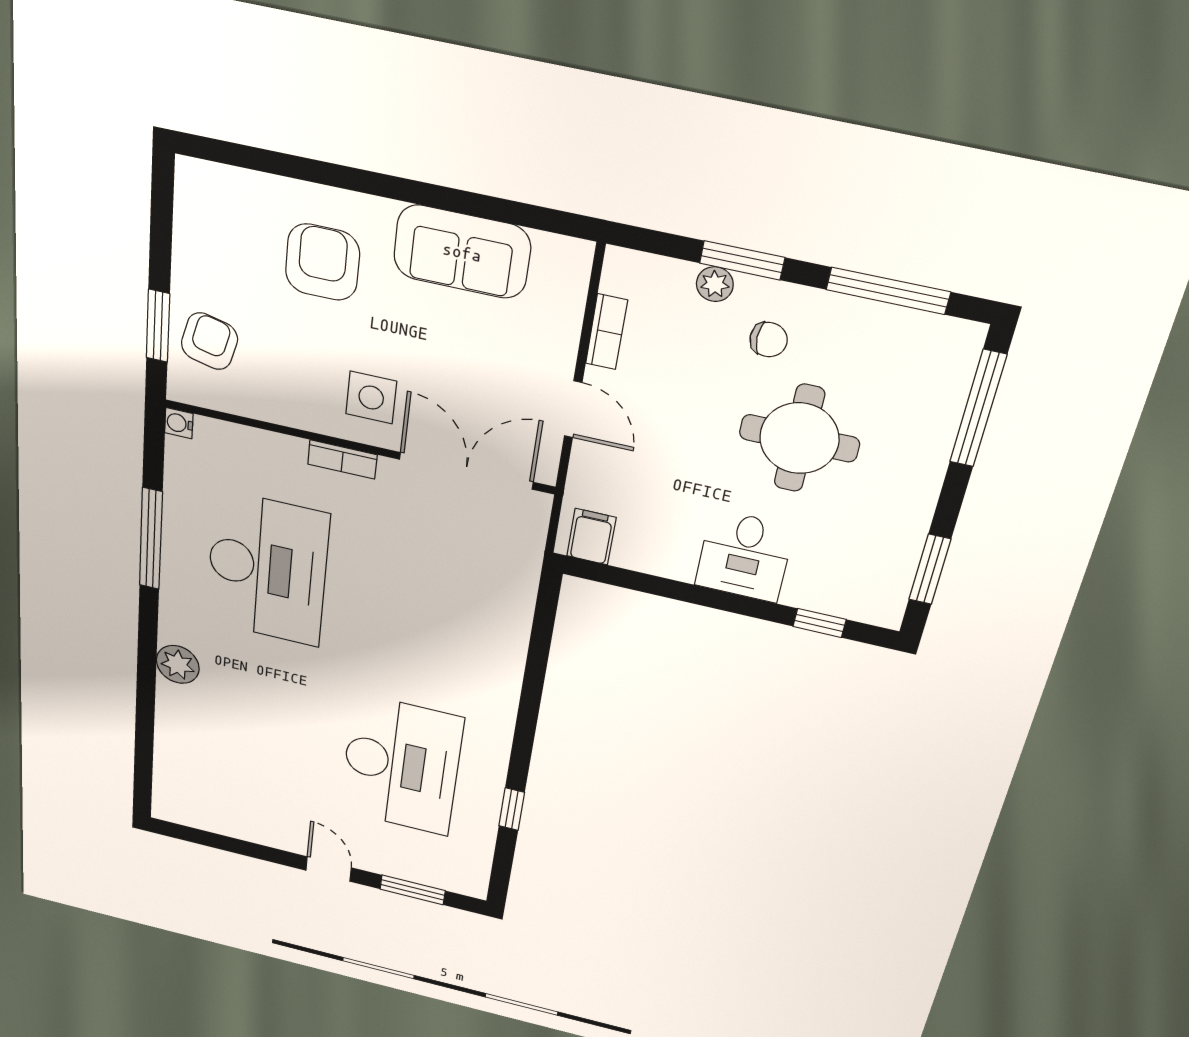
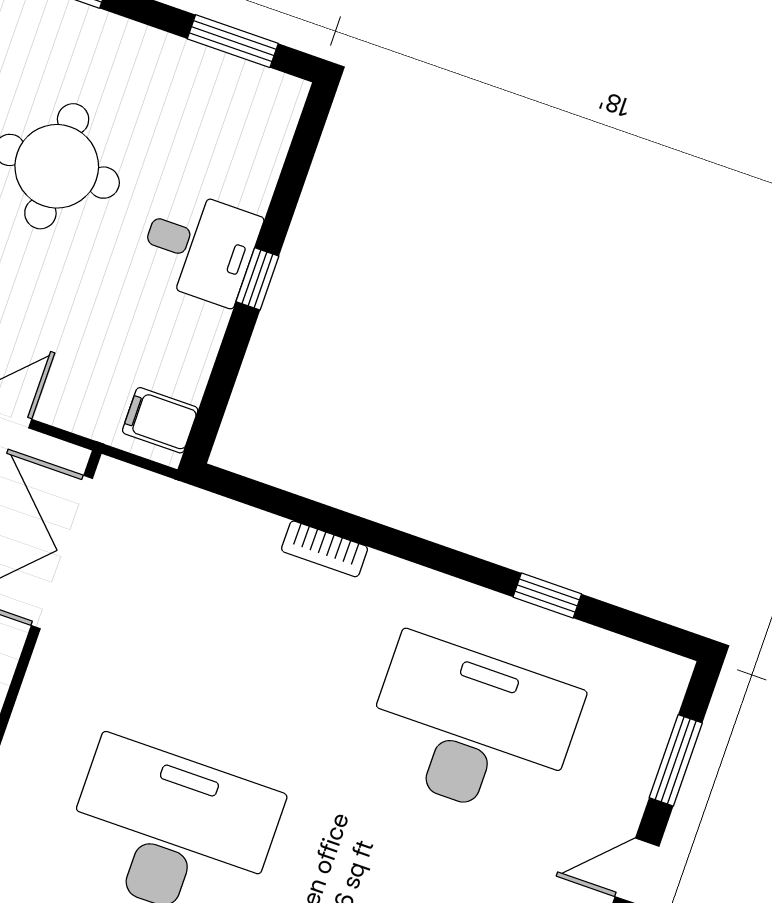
bookcase: (342, 459) -> (325, 549), moved, turned 90
window: (820, 623) -> (257, 279), moved

